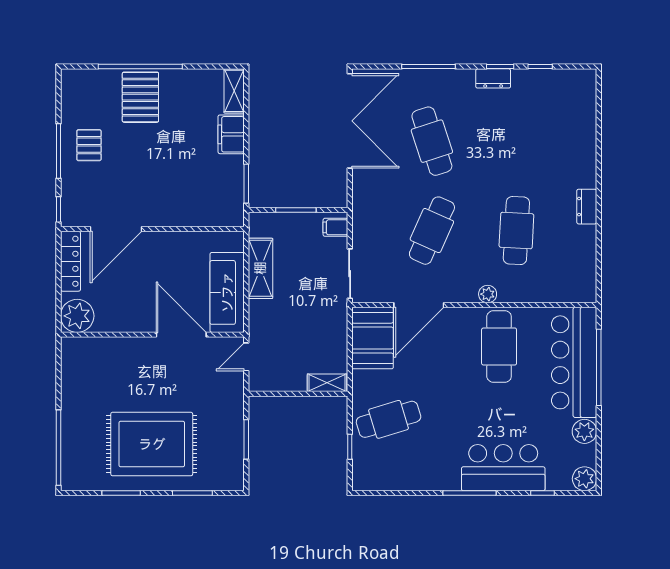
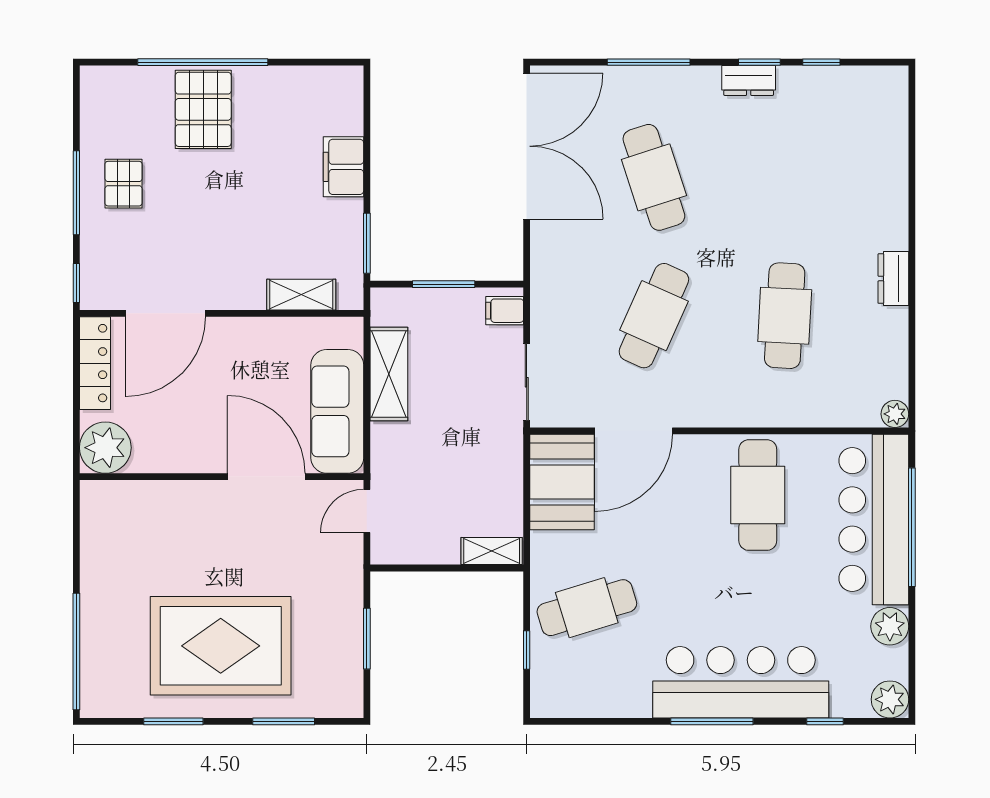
shelving: (234, 91) -> (301, 295), moved, turned 90
plant: (488, 294) -> (895, 414), moved
bar counter: (503, 468) -> (741, 682), width x1.36

